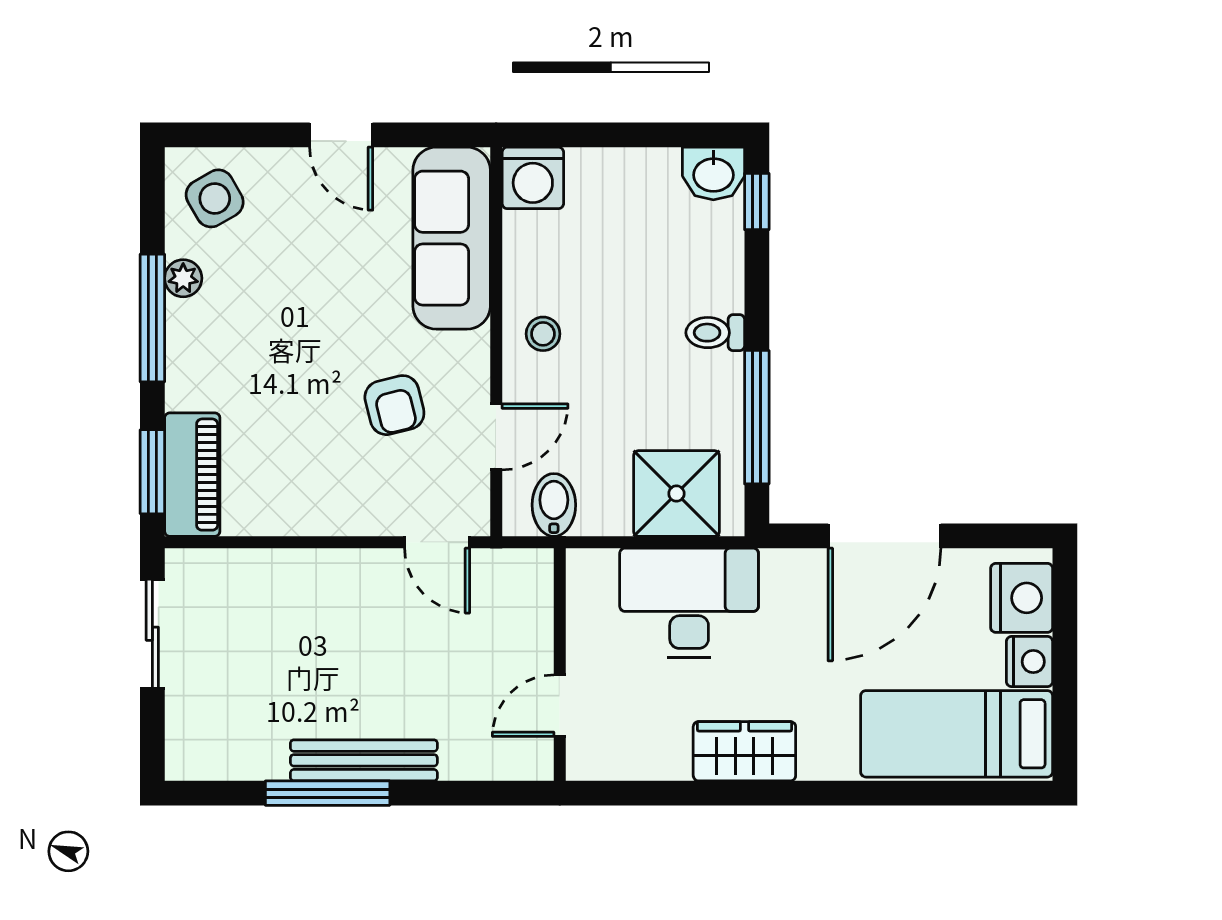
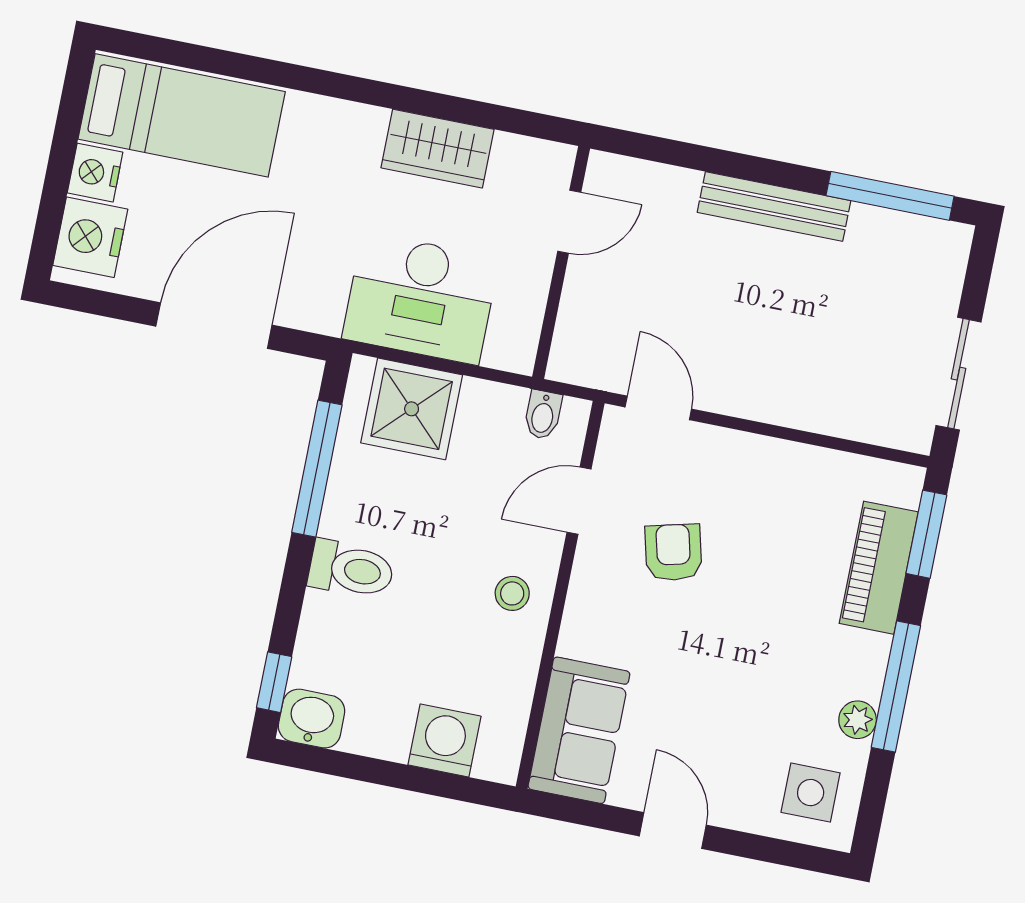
washing machine: (533, 178) -> (445, 741), moved
side table: (215, 198) -> (811, 793), turned 30
sofa: (452, 238) -> (579, 730), width x0.73
toilet: (715, 333) -> (351, 569), width x1.37, depth x1.39
piano: (192, 475) -> (879, 568), moved
bidet: (554, 505) -> (543, 415), width x0.72, depth x0.74
wardrobe: (744, 751) -> (437, 149), moved
window: (328, 793) -> (890, 196), moved

